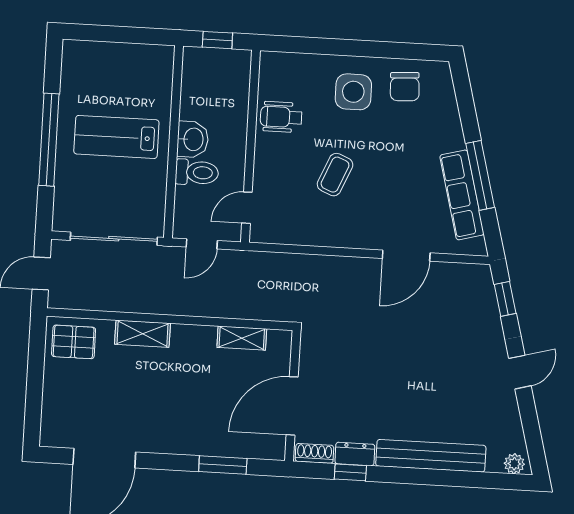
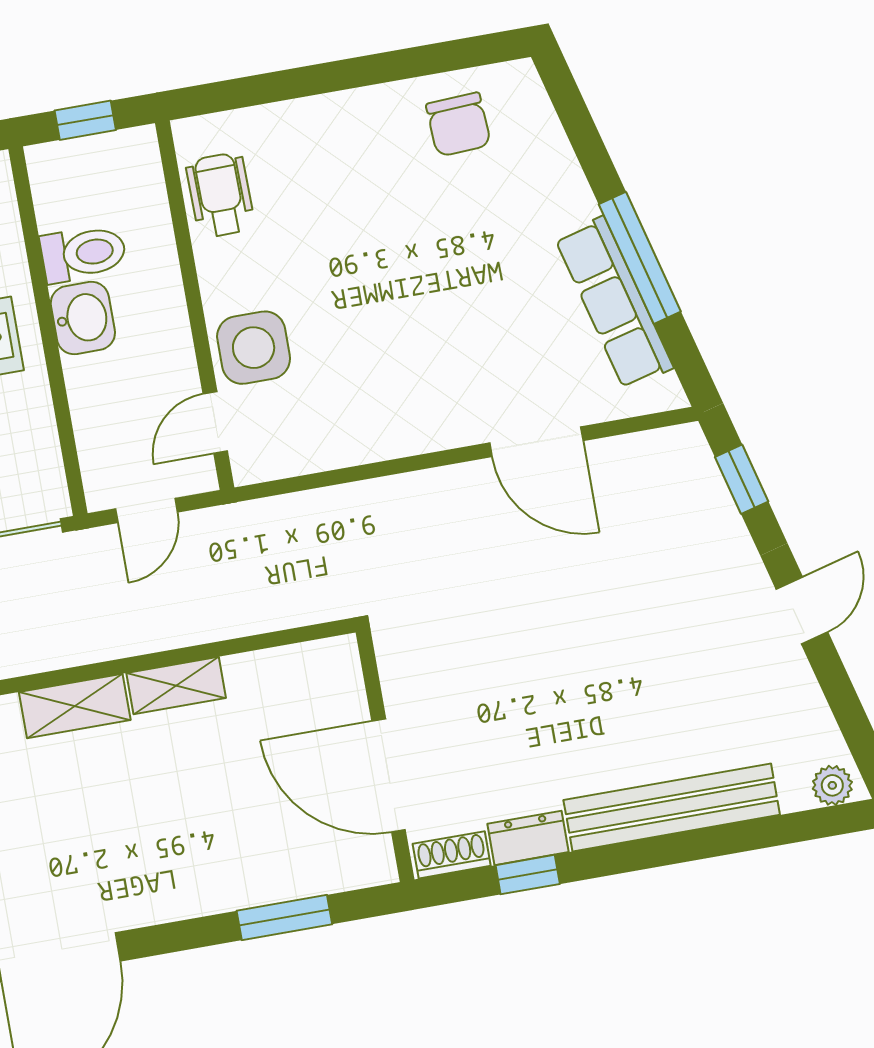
side table: (353, 92) -> (254, 348), moved
wheelchair: (281, 117) -> (220, 195), moved, turned 89
toilet: (197, 172) -> (83, 254), moved
coffee table: (335, 175) -> (366, 321), removed
door: (406, 256) -> (536, 442), hinge flipped
shelving: (242, 338) -> (176, 686), moved
door: (292, 406) -> (389, 775), hinge flipped

